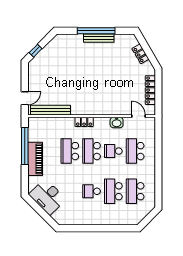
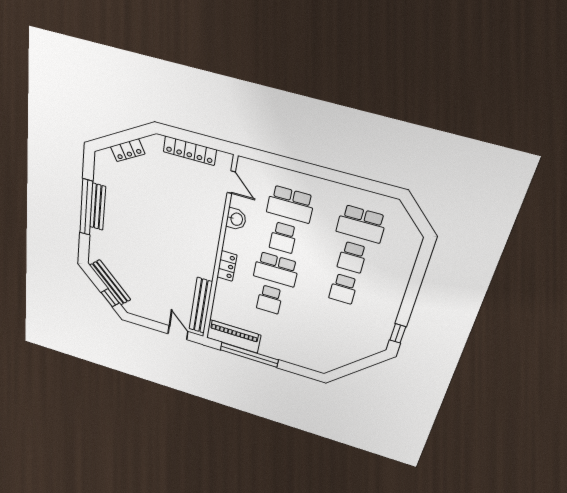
bench: (47, 50) -> (110, 283), added
door: (138, 116) -> (231, 182), swing flipped
school desk: (70, 151) -> (270, 299), width x0.54
piano: (35, 159) -> (233, 336), moved
school desk: (113, 191) -> (352, 257), width x0.54
desk: (47, 197) -> (335, 351), removed
window: (73, 228) -> (398, 333), added

